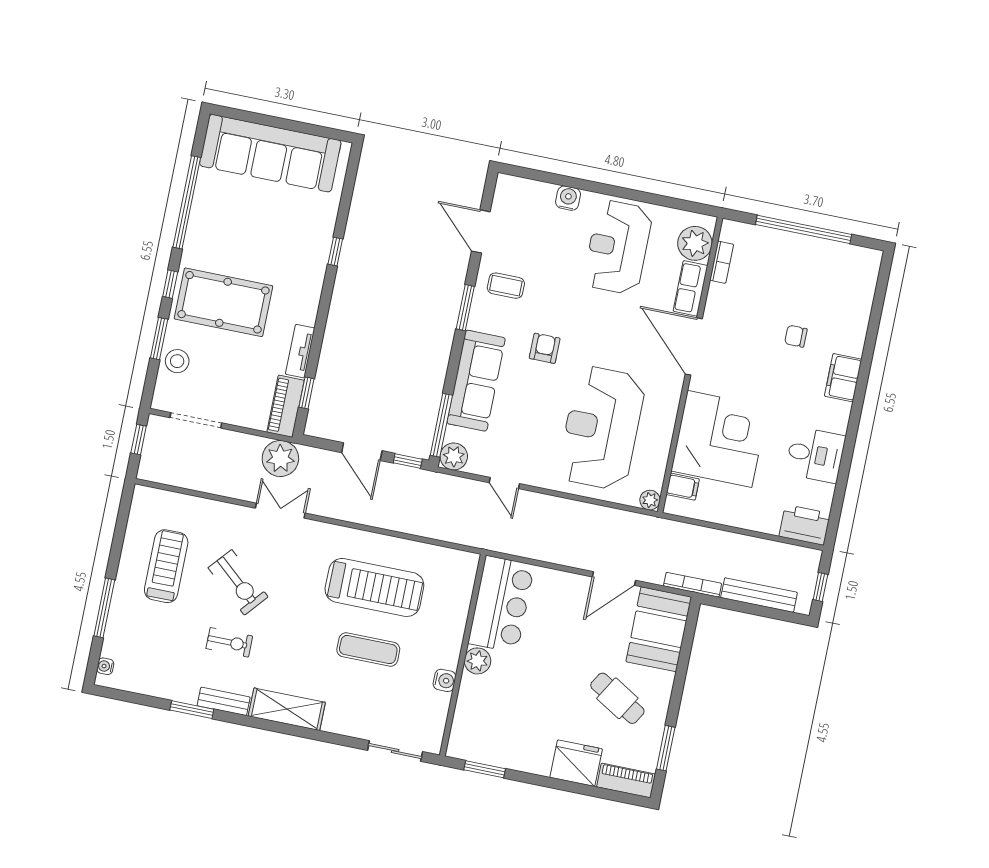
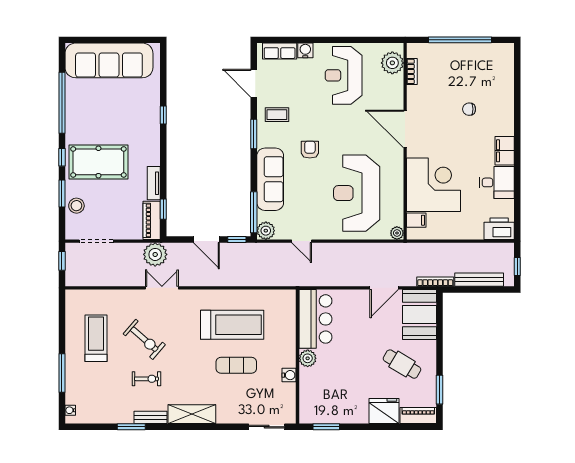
row of seats: (690, 288) -> (280, 51), moved, turned -90
filing cabinet: (843, 378) -> (505, 151), moved

